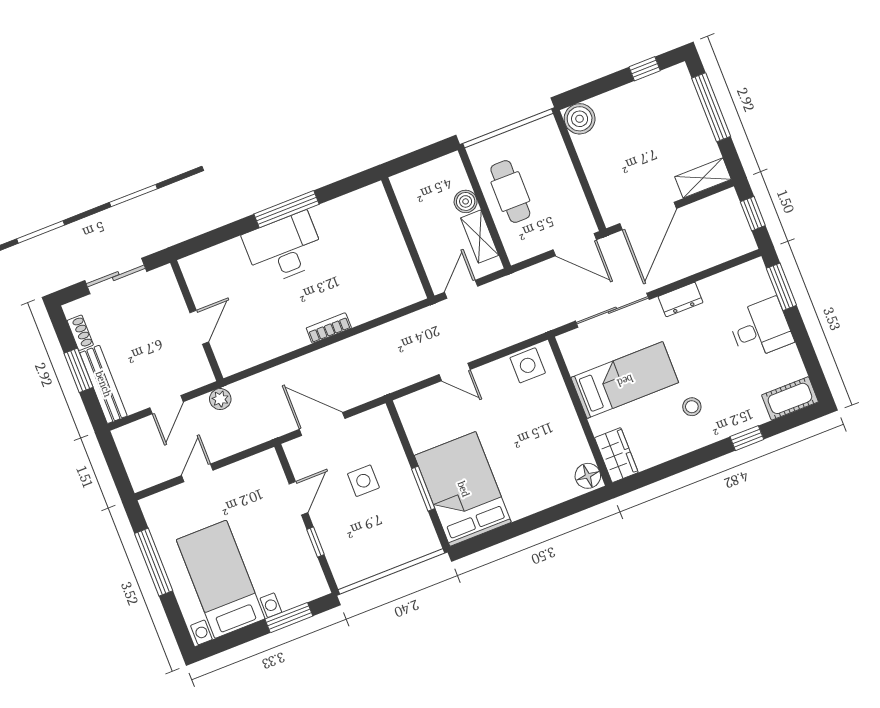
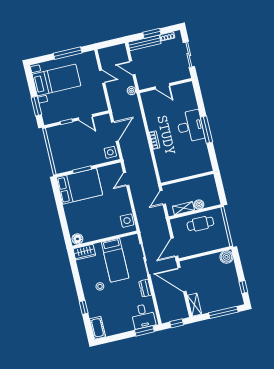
door: (461, 289) -> (163, 197), swing flipped
desk: (761, 329) -> (143, 316), moved
door: (455, 372) -> (126, 179), moved
side table: (363, 481) -> (110, 152), moved

